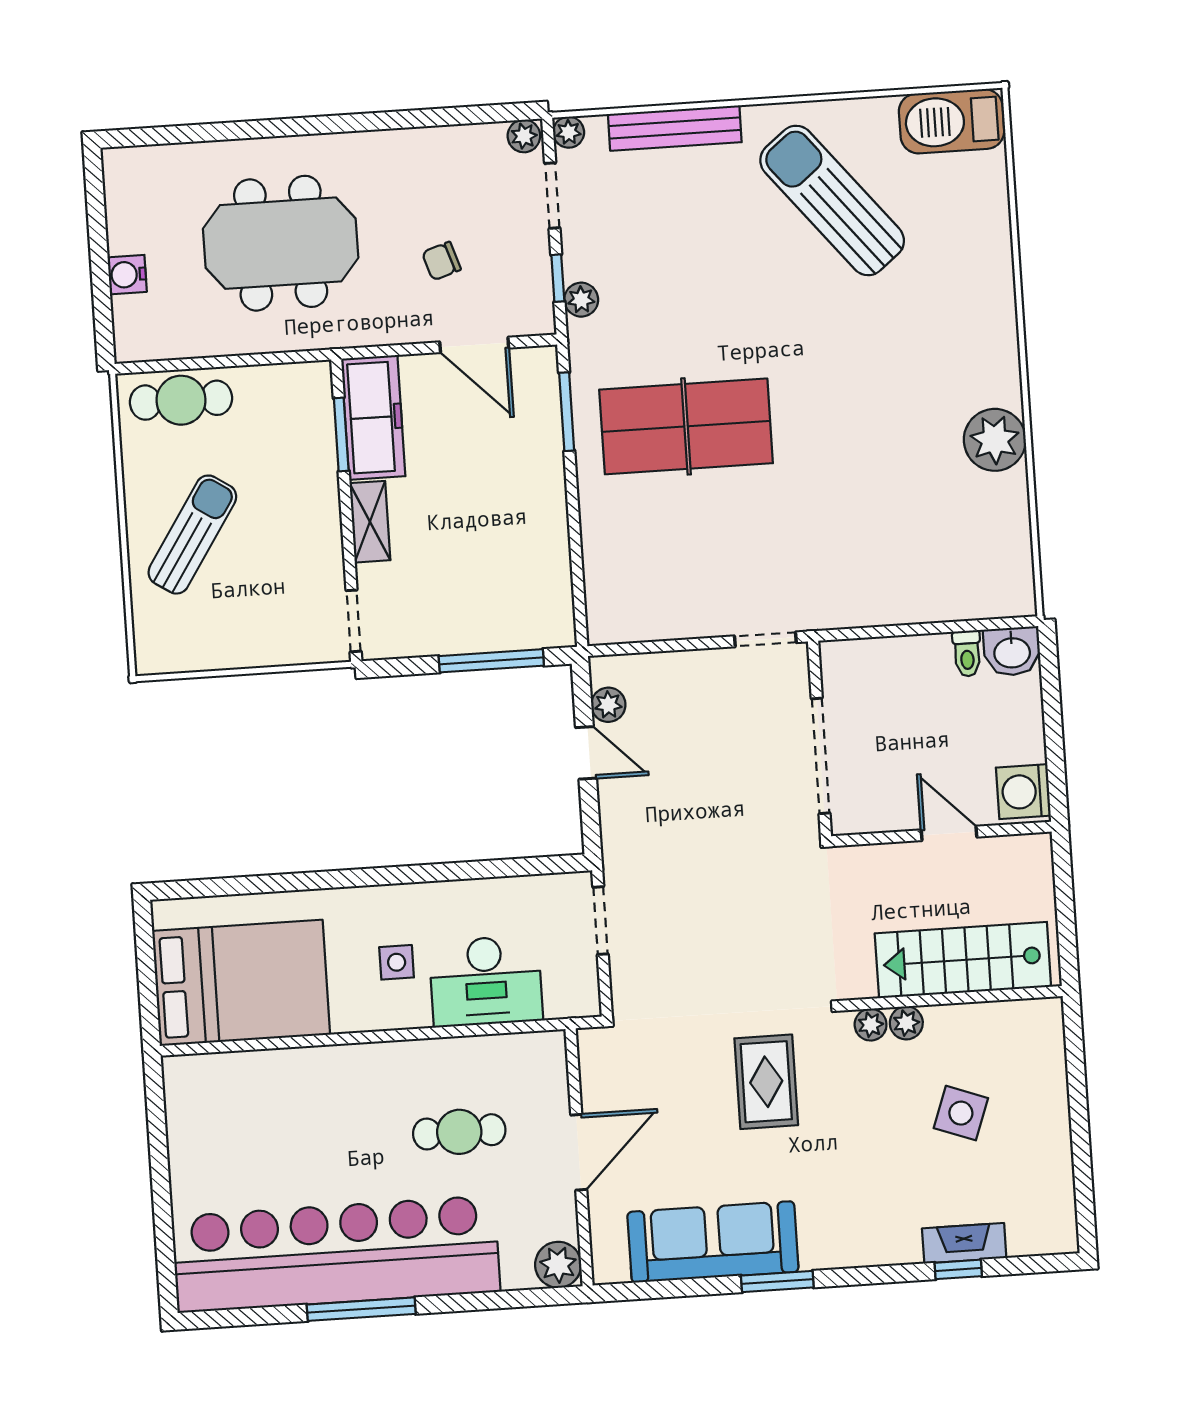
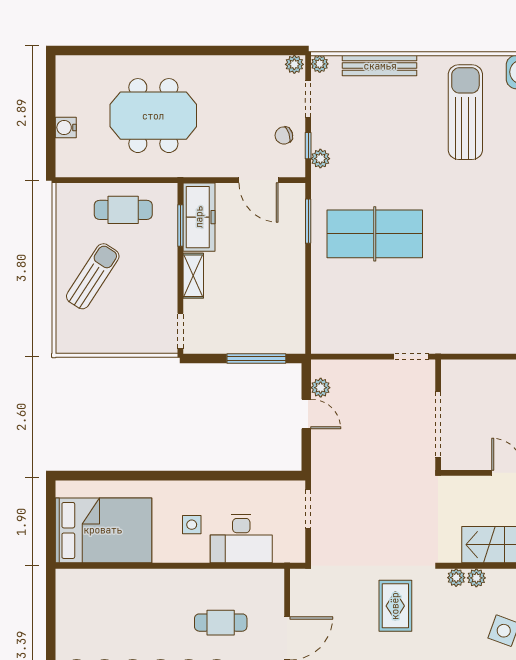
sun lounger: (832, 200) -> (465, 112), turned 39
chair: (441, 261) -> (284, 135), moved
cafe table: (181, 400) -> (123, 210), moved

